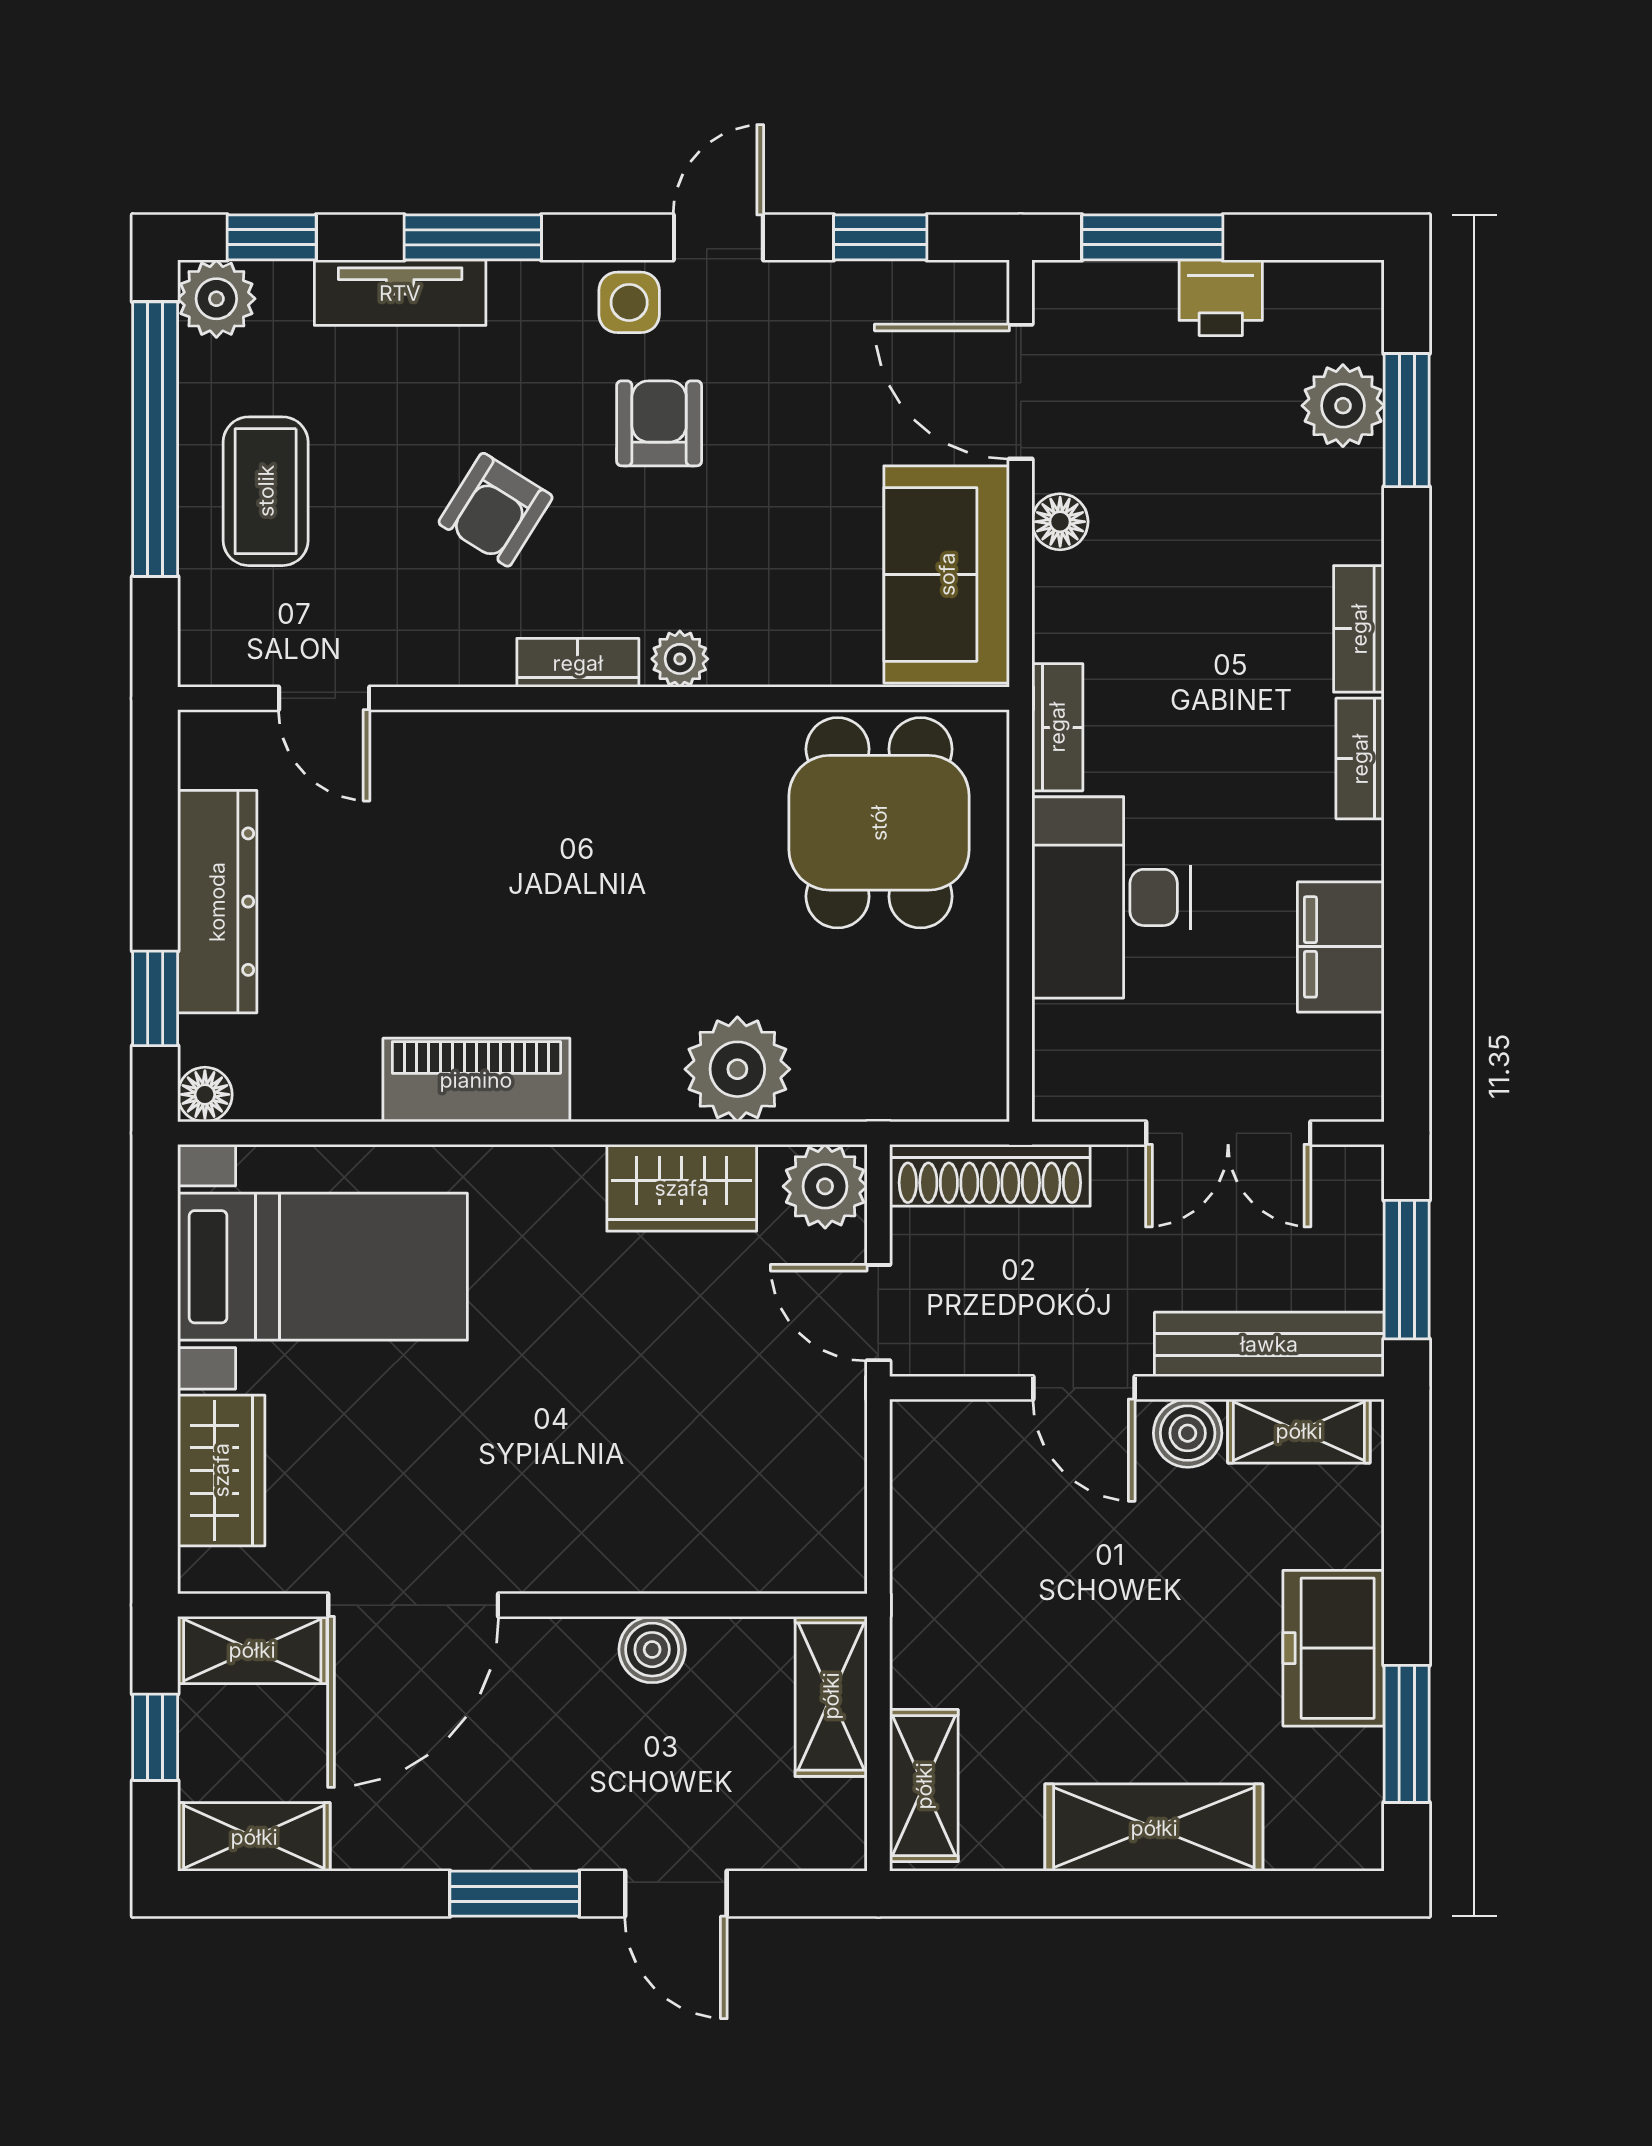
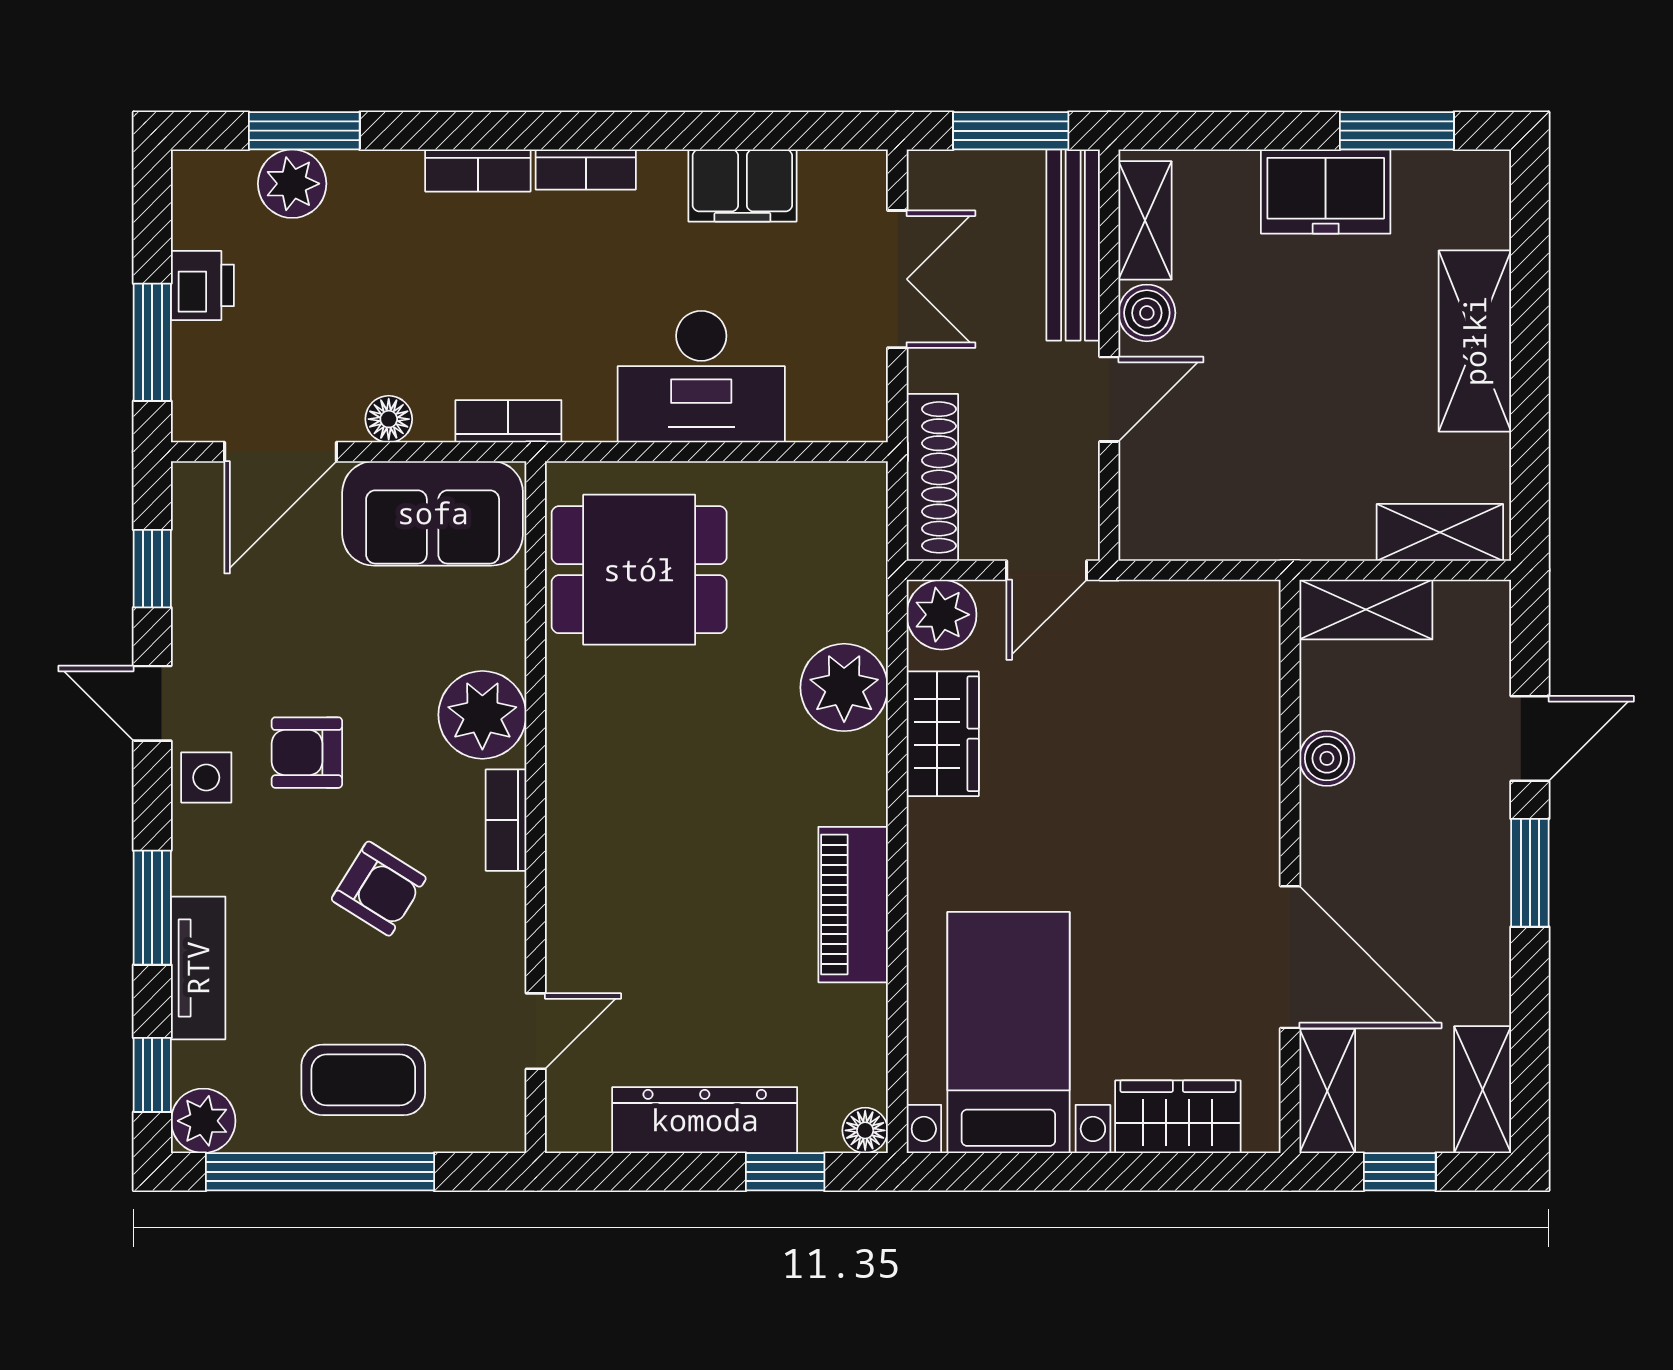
plant: (680, 659) -> (482, 715), width x1.87, depth x1.87
bookcase: (1057, 727) -> (508, 421), moved

